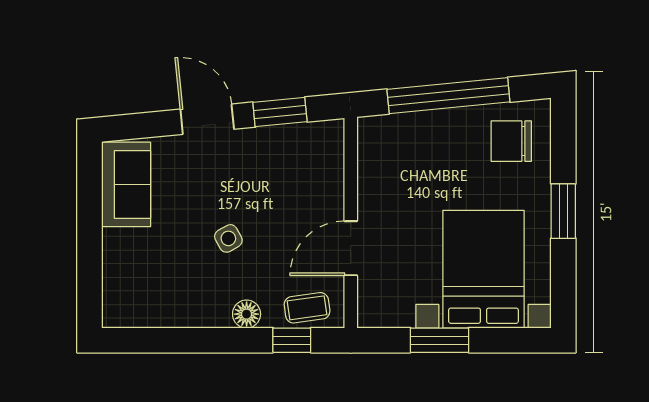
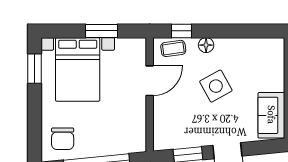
chair: (511, 141) -> (63, 139), turned 90
window: (563, 211) -> (34, 69), moved
side table: (228, 238) -> (216, 86), width x1.87, depth x1.87

